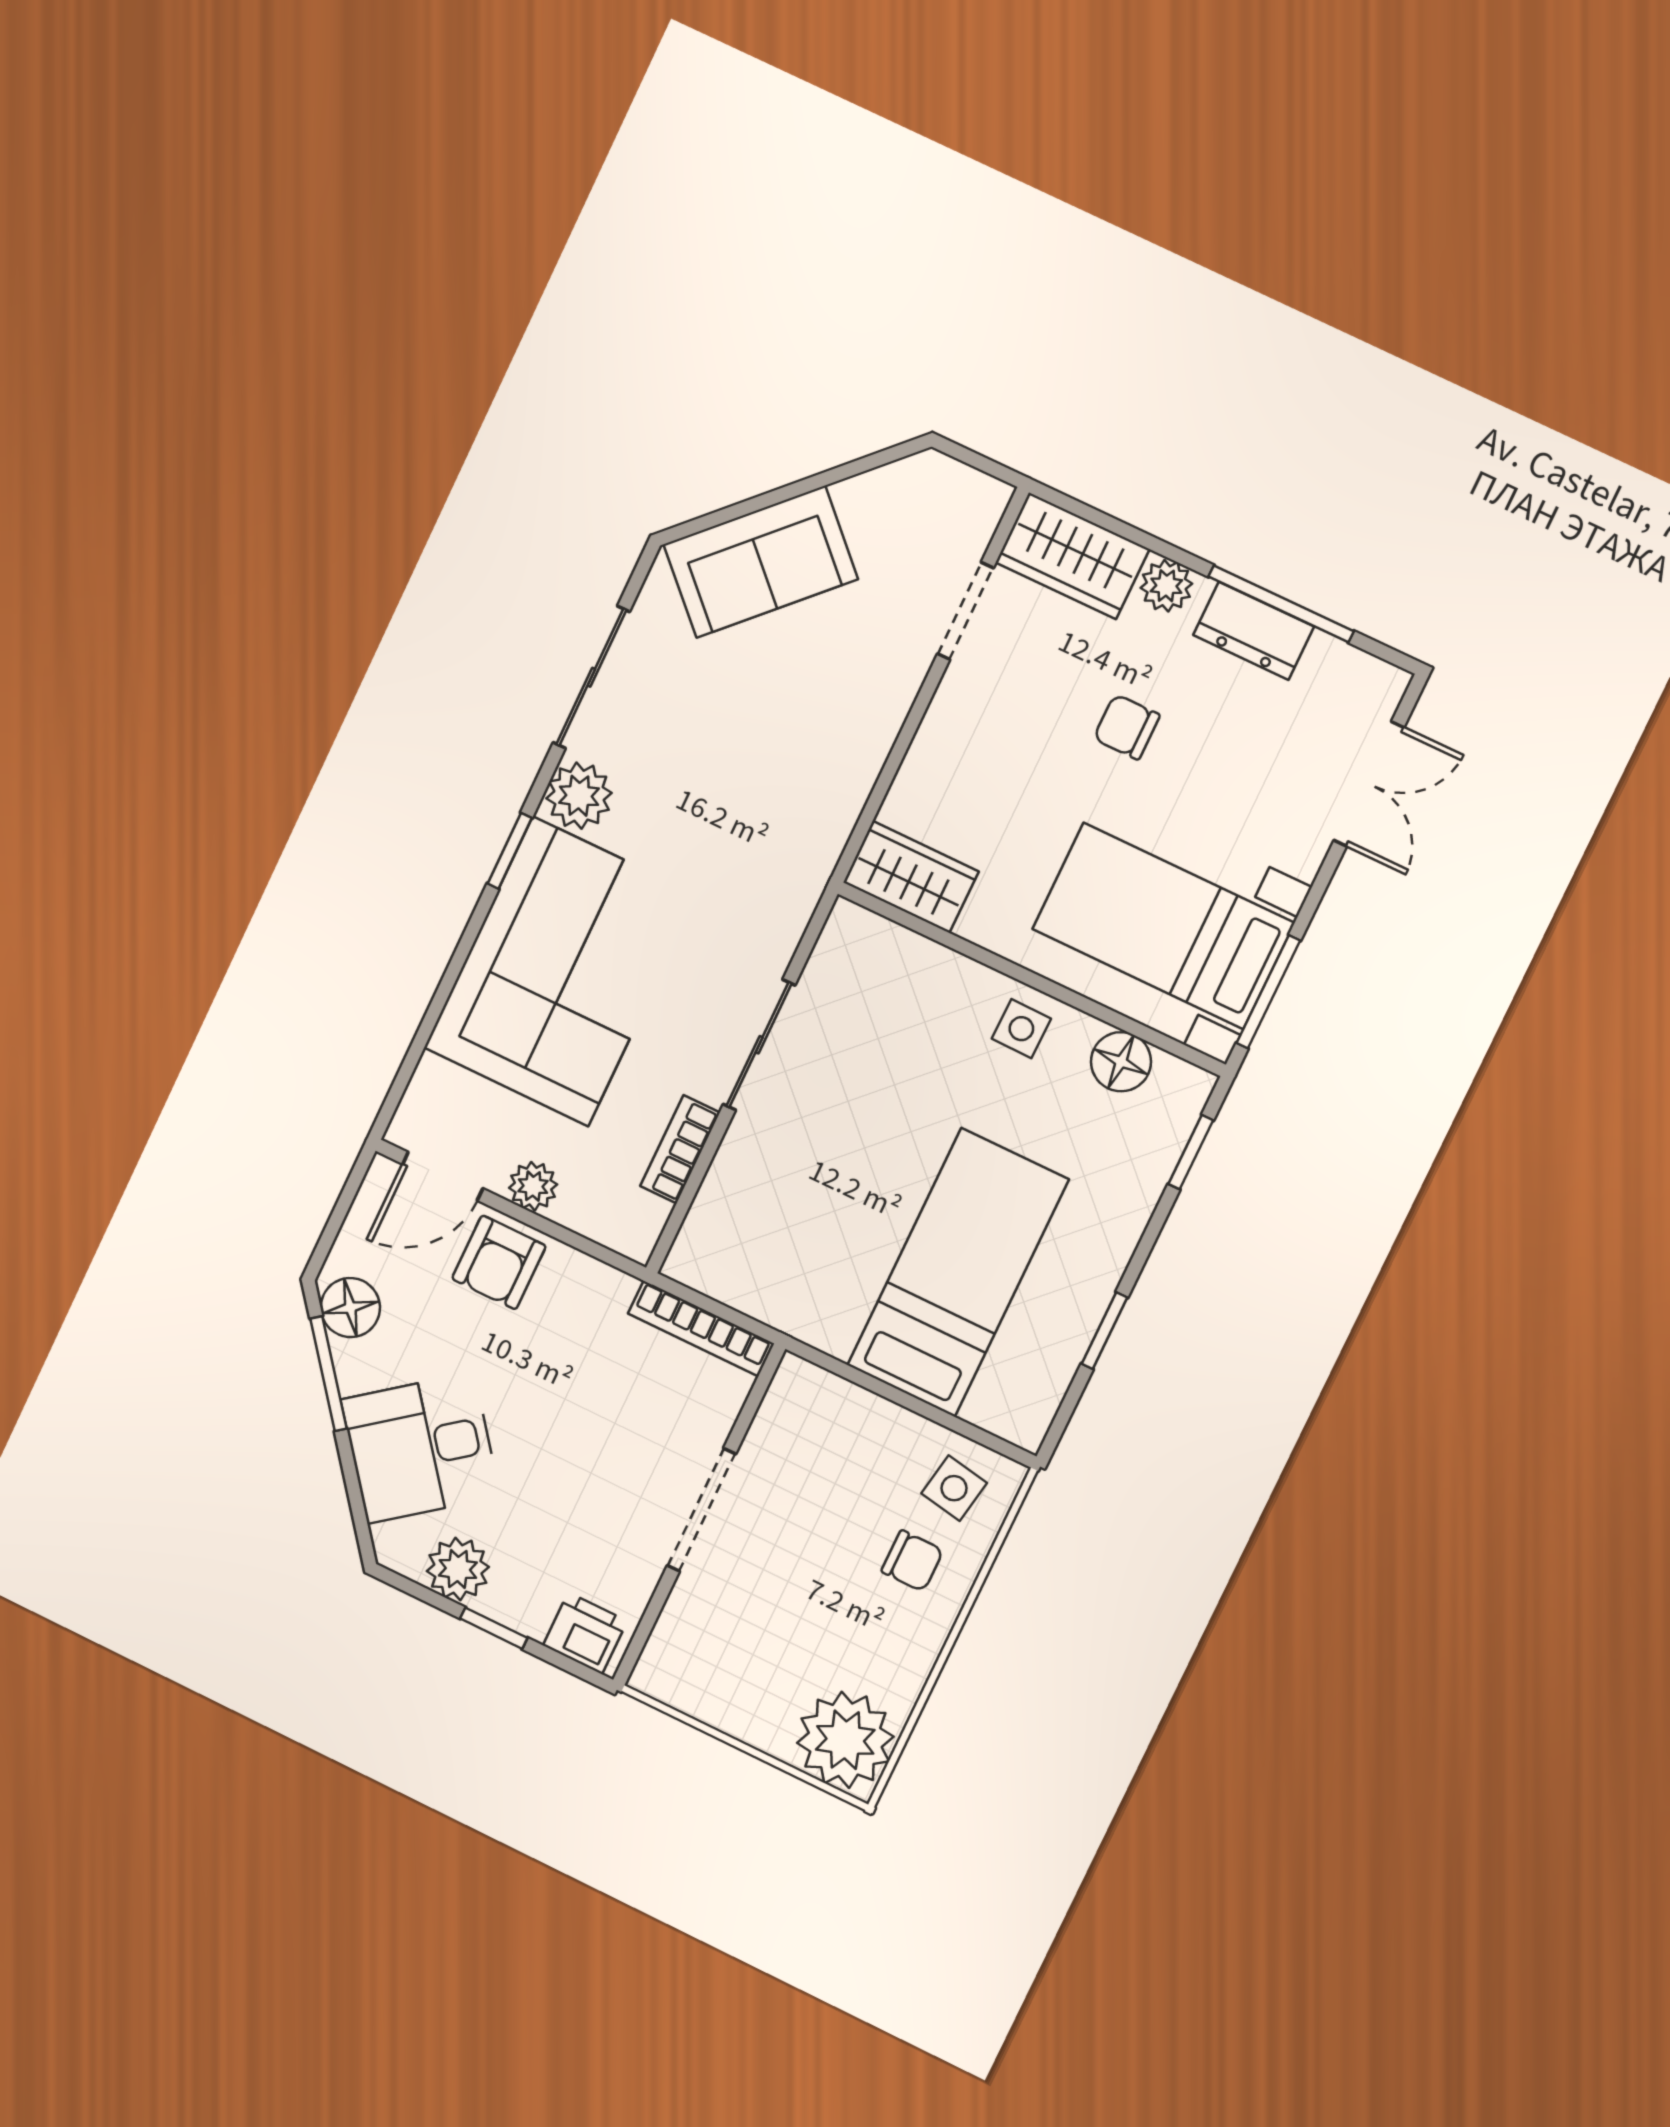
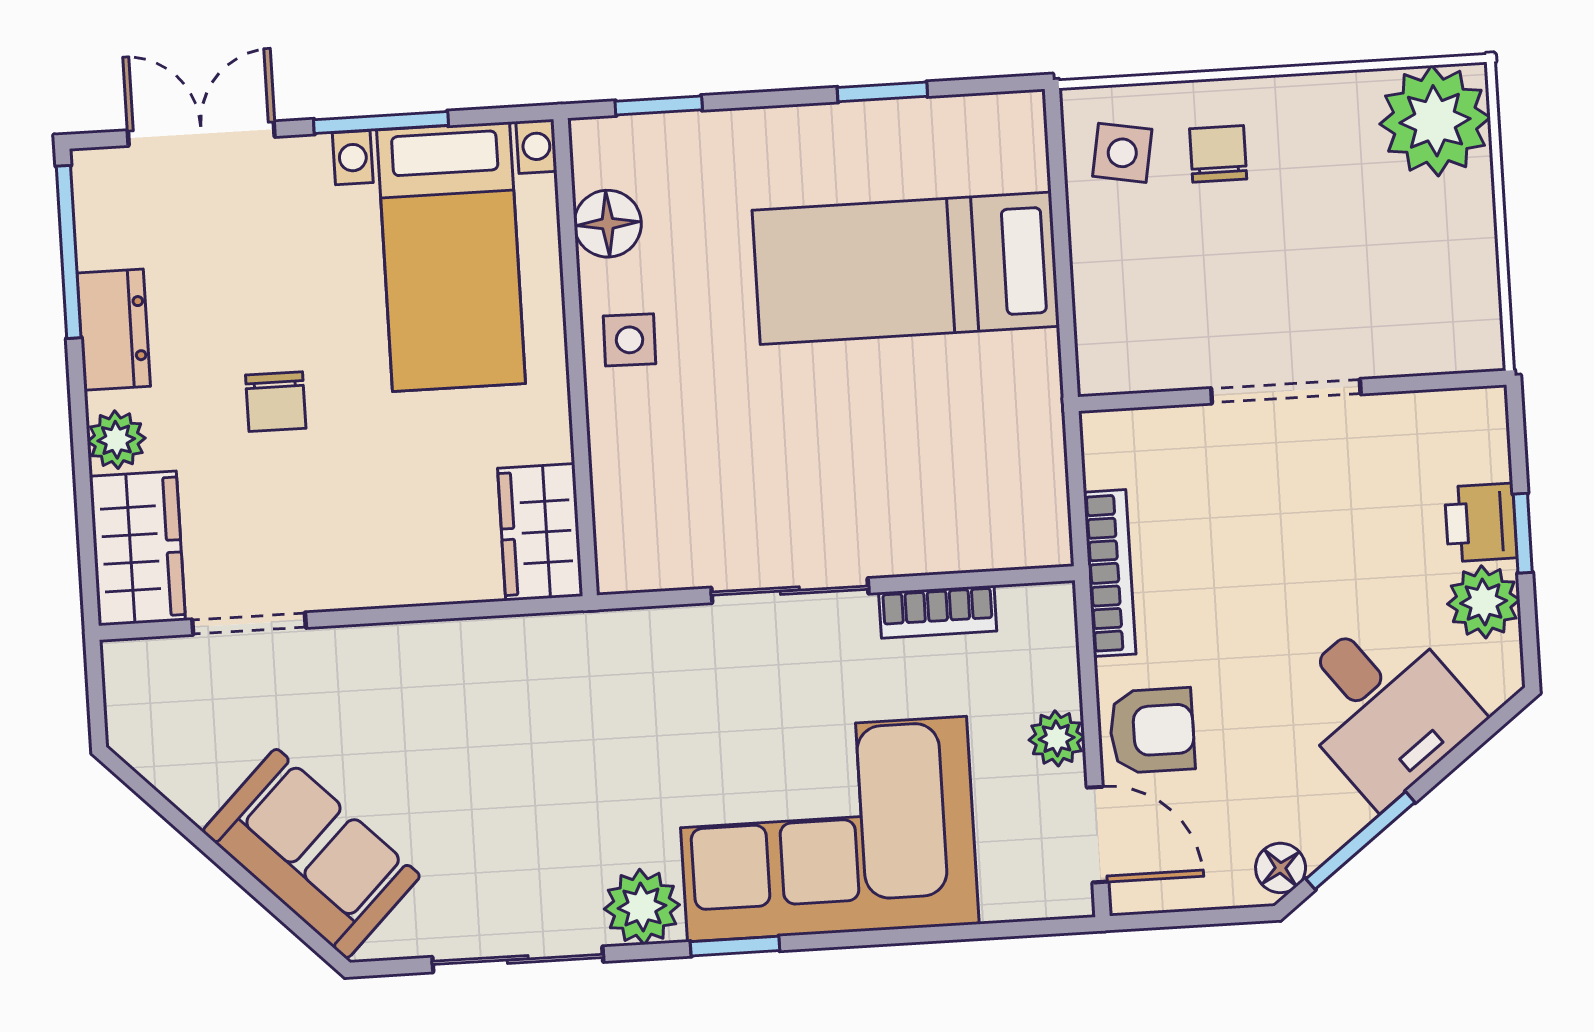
window: (1281, 604) -> (69, 252), moved
window: (1268, 992) -> (381, 123), moved
floor lamp: (350, 1308) -> (1281, 868), width x0.73, depth x0.73
bookcase: (701, 1329) -> (1110, 573), moved
printer: (585, 1633) -> (1481, 522), moved

